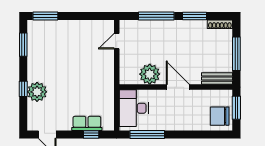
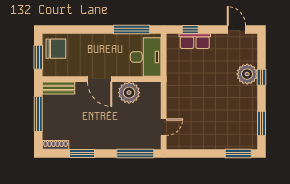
window: (156, 16) -> (135, 153), moved

